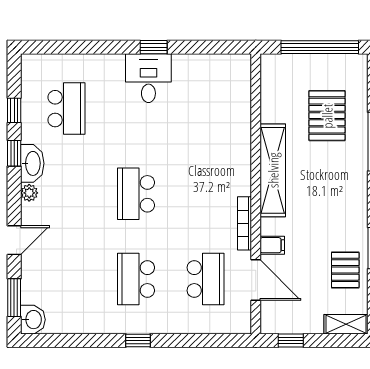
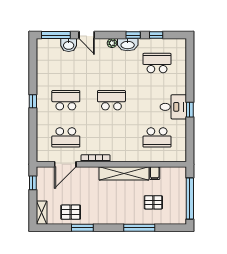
school desk: (66, 109) -> (157, 63), turned 180
school desk: (206, 109) -> (157, 137), added
pallet: (327, 116) -> (153, 202), width x0.67, depth x0.71
filing cabinet: (272, 245) -> (155, 173), moved
window: (14, 298) -> (56, 35), width x1.44
washbasin: (33, 320) -> (69, 45), moved

